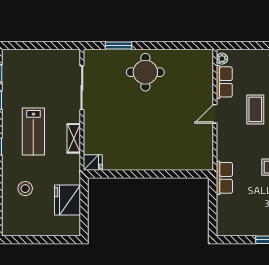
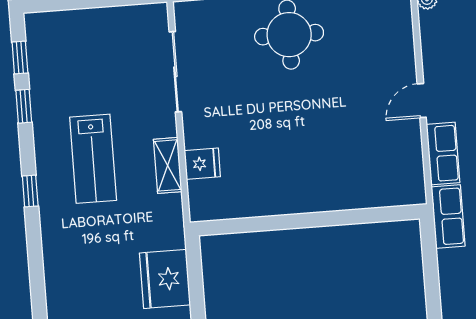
row of seats: (224, 82) -> (443, 153), moved
fridge: (93, 163) -> (202, 164), moved
stool: (25, 189) -> (86, 264), removed

